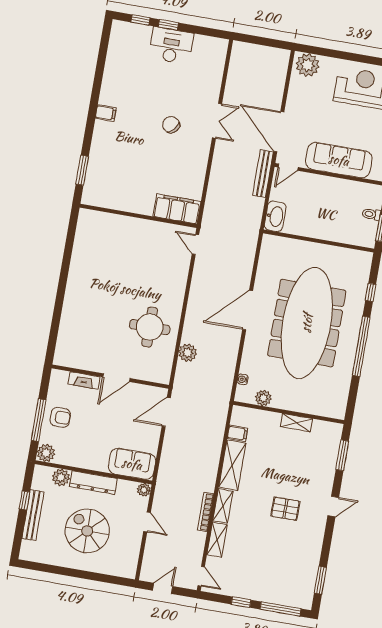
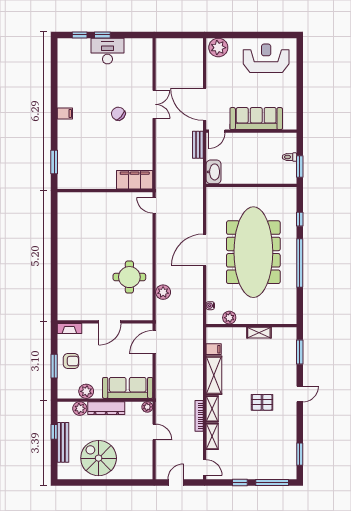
bench: (263, 174) -> (198, 145), width x0.73
fireplace: (84, 380) -> (69, 328), moved
window: (39, 420) -> (54, 366), width x0.69
plant: (46, 453) -> (86, 391), moved
sofa: (132, 464) -> (128, 388), width x1.36
spiral stairs: (87, 531) -> (99, 458), moved

